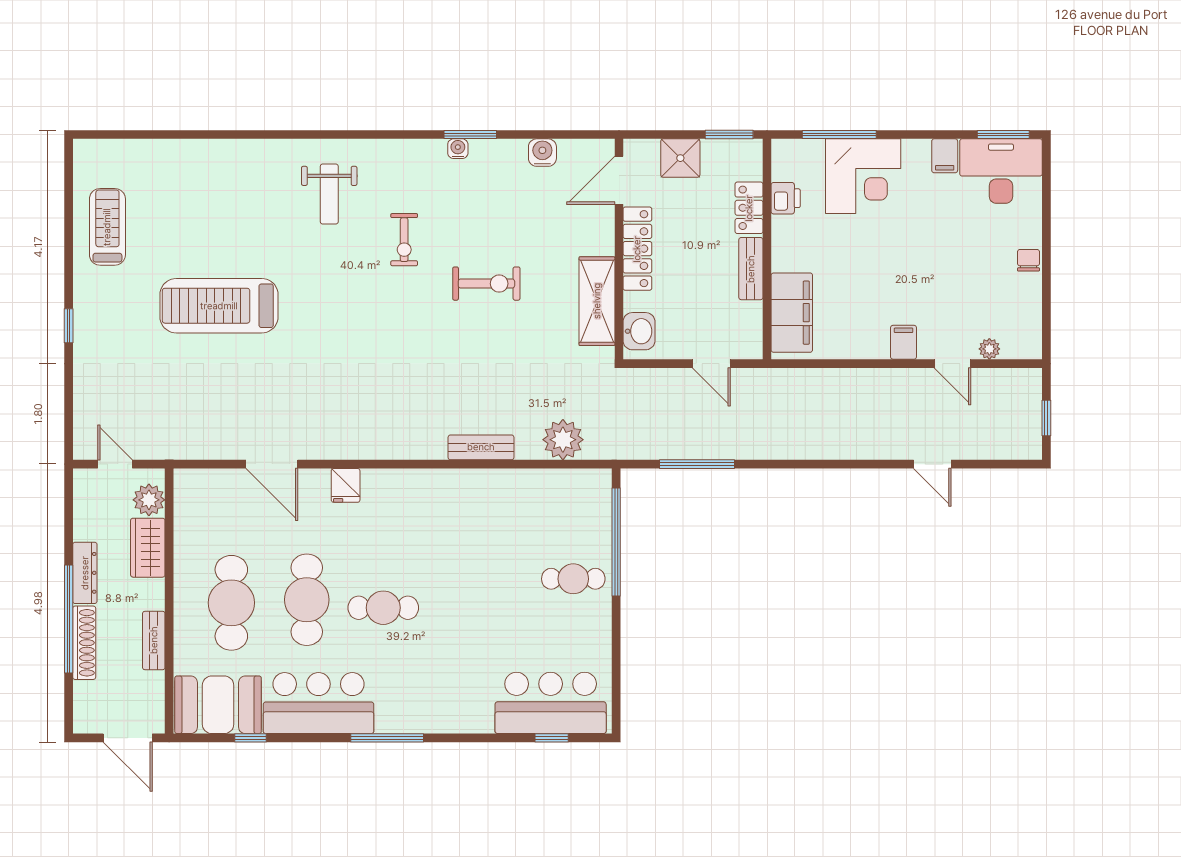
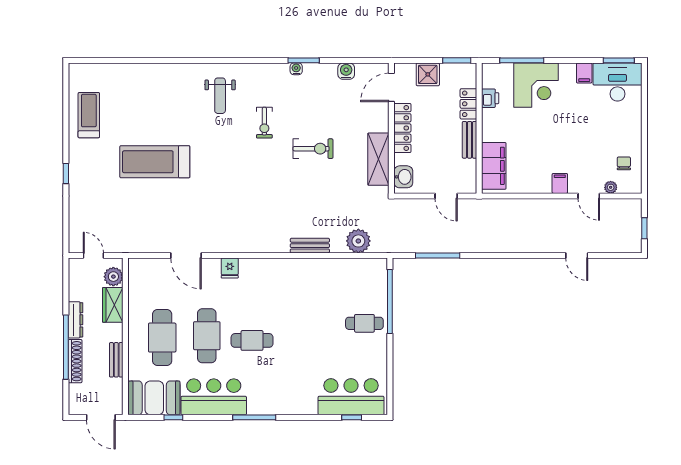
chair: (1028, 260) -> (624, 163), moved

